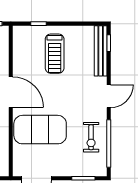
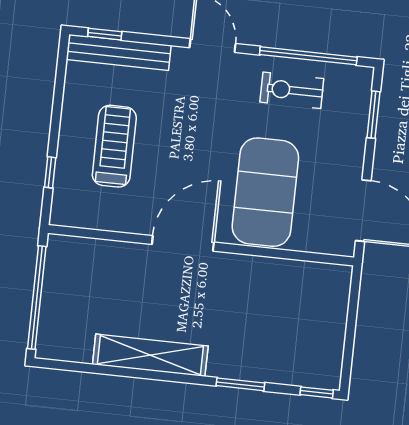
treadmill: (55, 54) -> (114, 146), turned -90
exercise bike: (91, 137) -> (292, 90), turned 180

